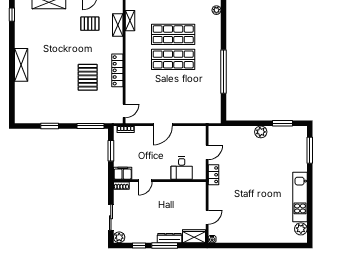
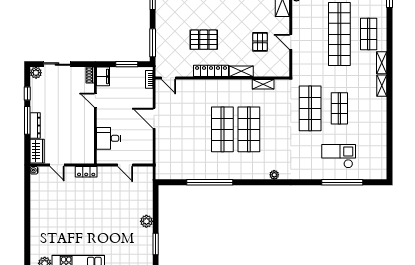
shelving: (118, 25) -> (241, 71), moved
locker: (214, 175) -> (86, 172), moved

